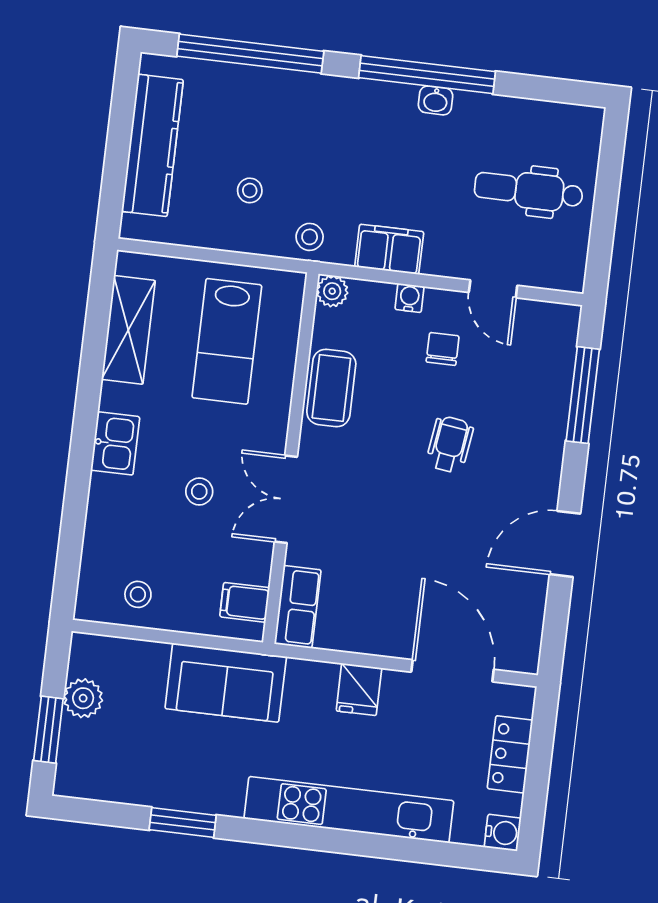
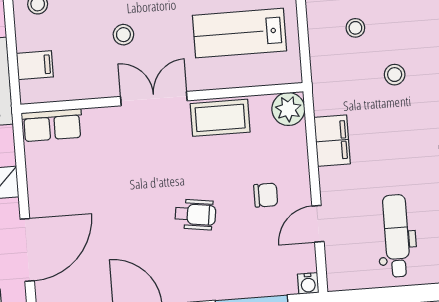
stool: (310, 237) -> (395, 75), moved
plant: (332, 291) -> (288, 109), width x1.38, depth x1.38
water cooler: (410, 298) -> (308, 284), moved, turned 90
double door: (286, 499) -> (154, 99), moved
filing cabinet: (245, 602) -> (35, 65), moved, turned 90

